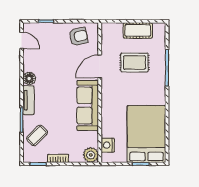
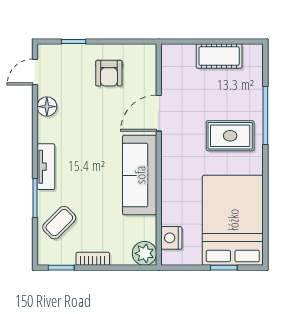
armchair: (78, 36) -> (109, 73), moved, turned 102
door: (22, 40) -> (35, 72), swing flipped
rug: (134, 62) -> (230, 136), moved
floor lamp: (29, 78) -> (47, 107), moved

